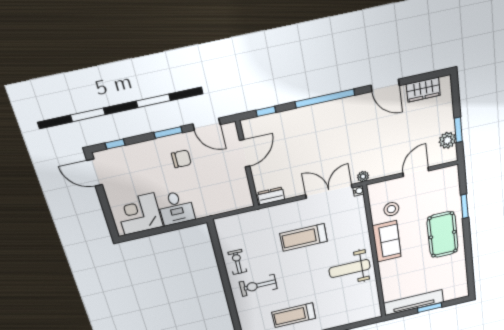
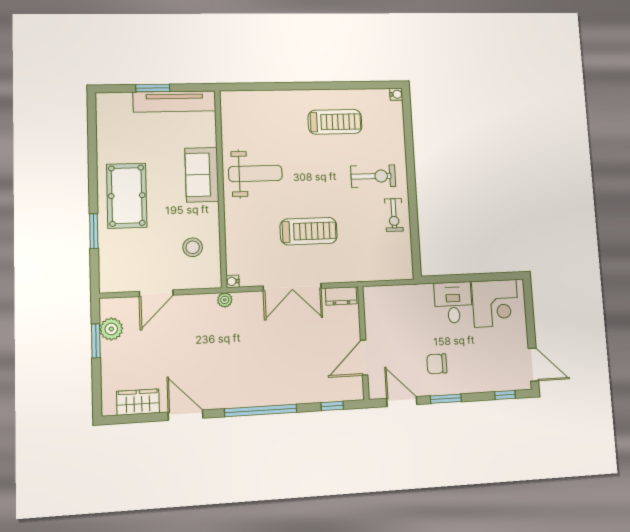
double door: (329, 191) -> (292, 287), moved
sofa: (387, 241) -> (202, 175), moved

